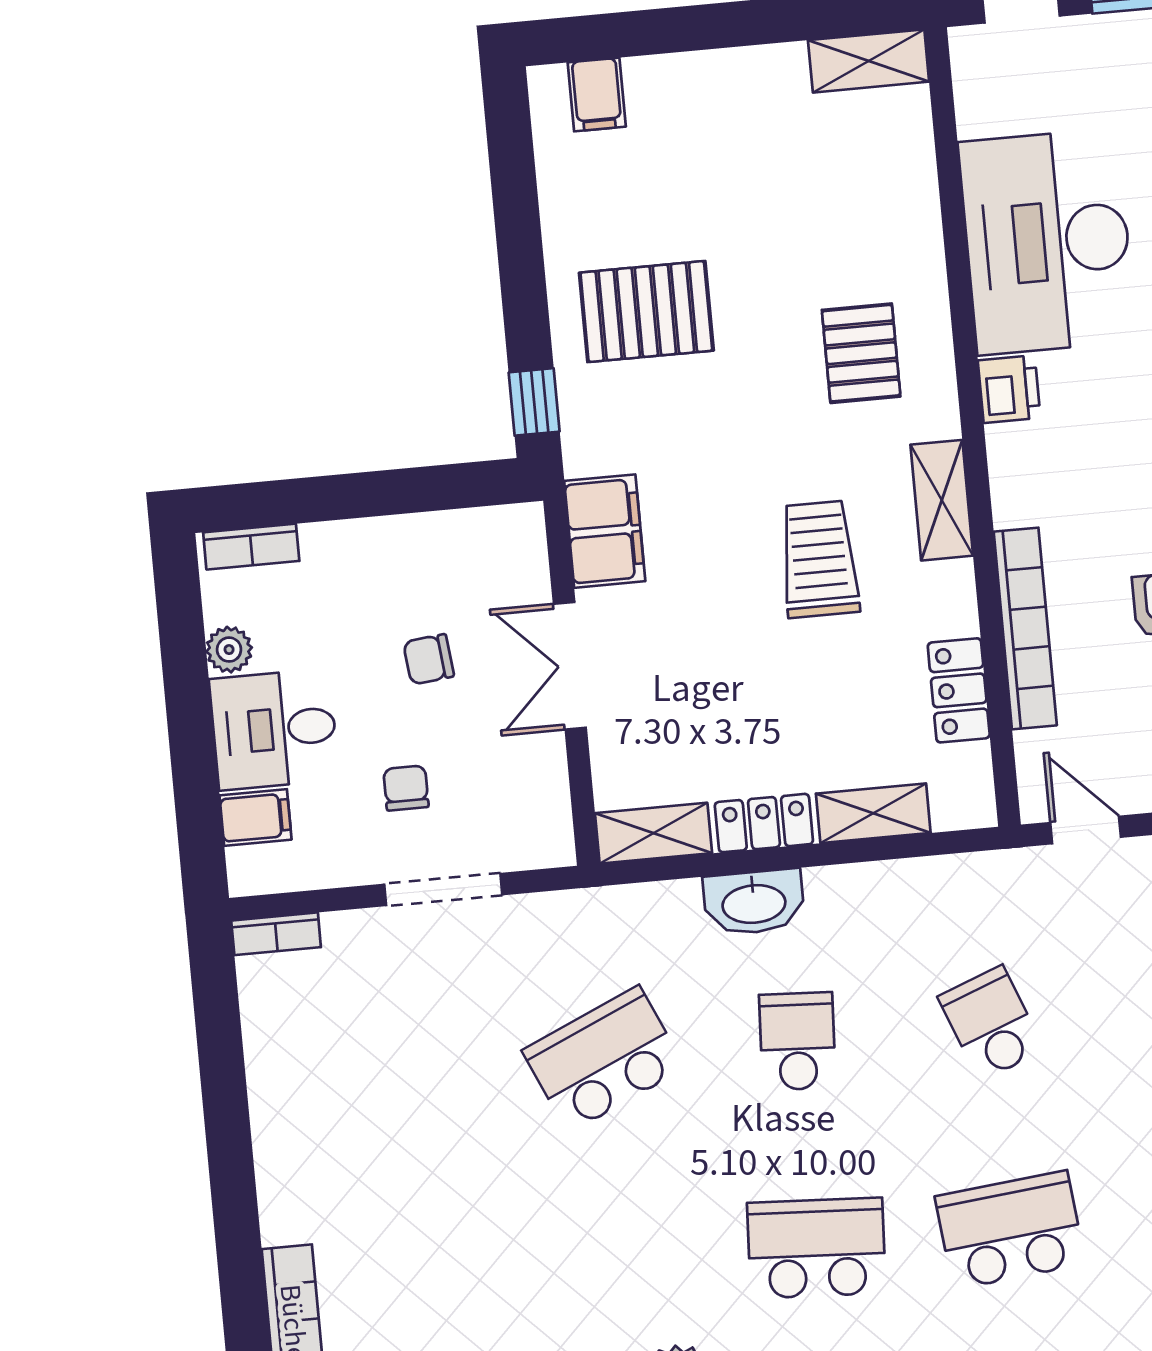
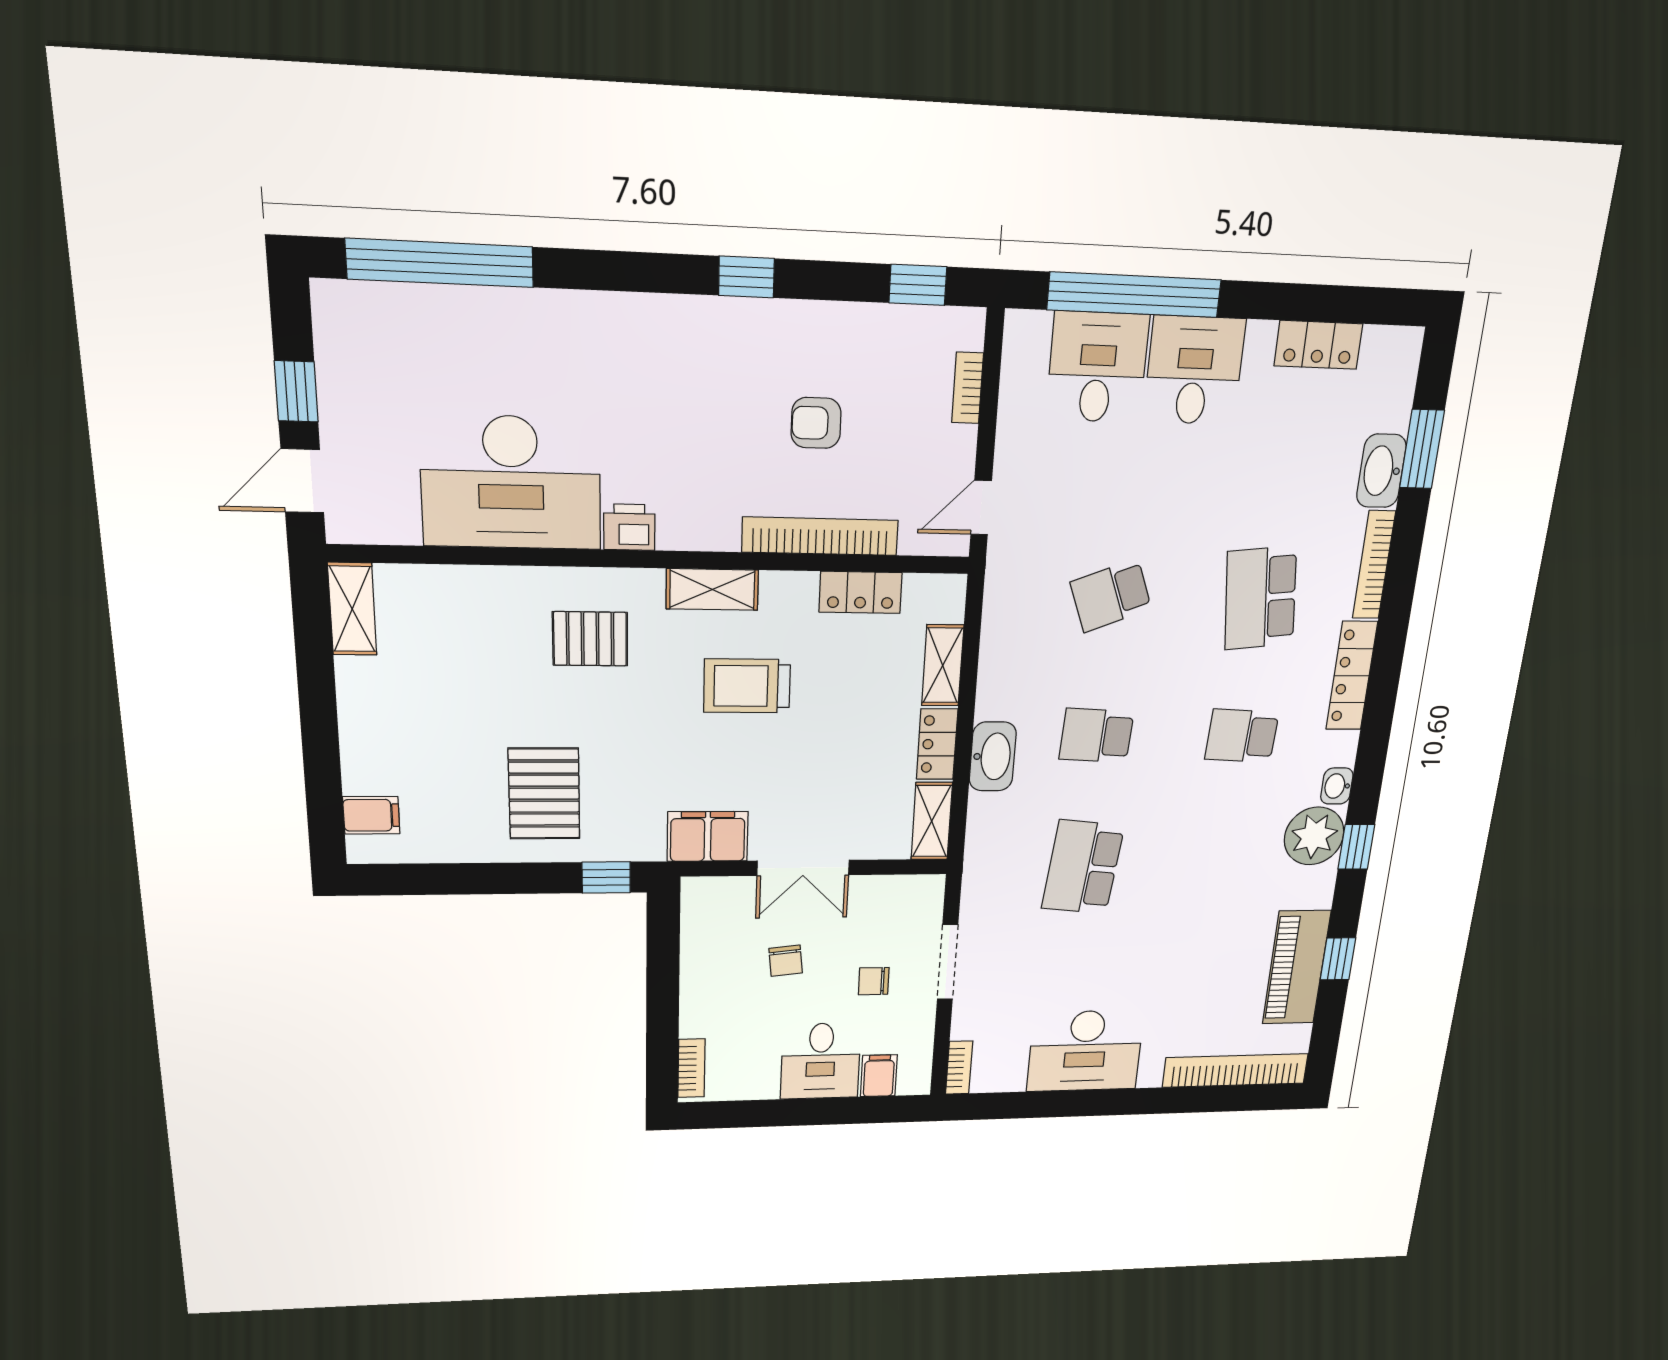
plant: (229, 650) -> (762, 1086), removed
school desk: (604, 1059) -> (1083, 867), turned 30
desk: (315, 1118) -> (1085, 1051), added
school desk: (817, 1248) -> (1242, 736), width x0.54

